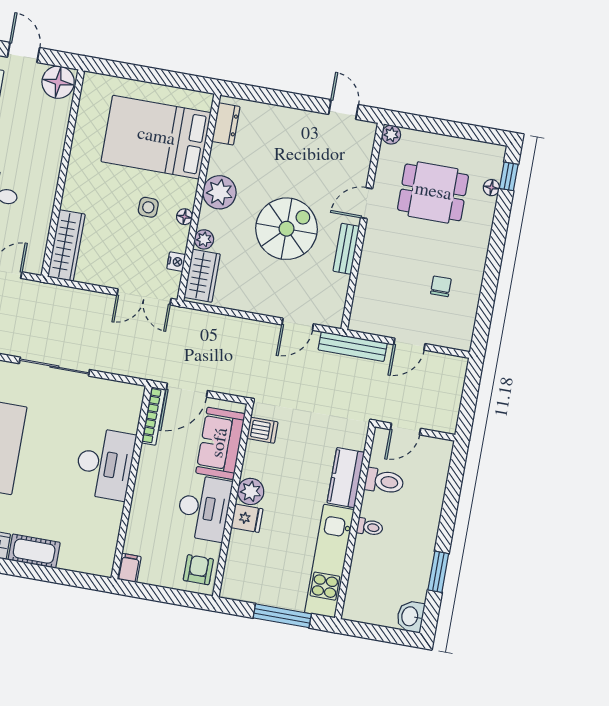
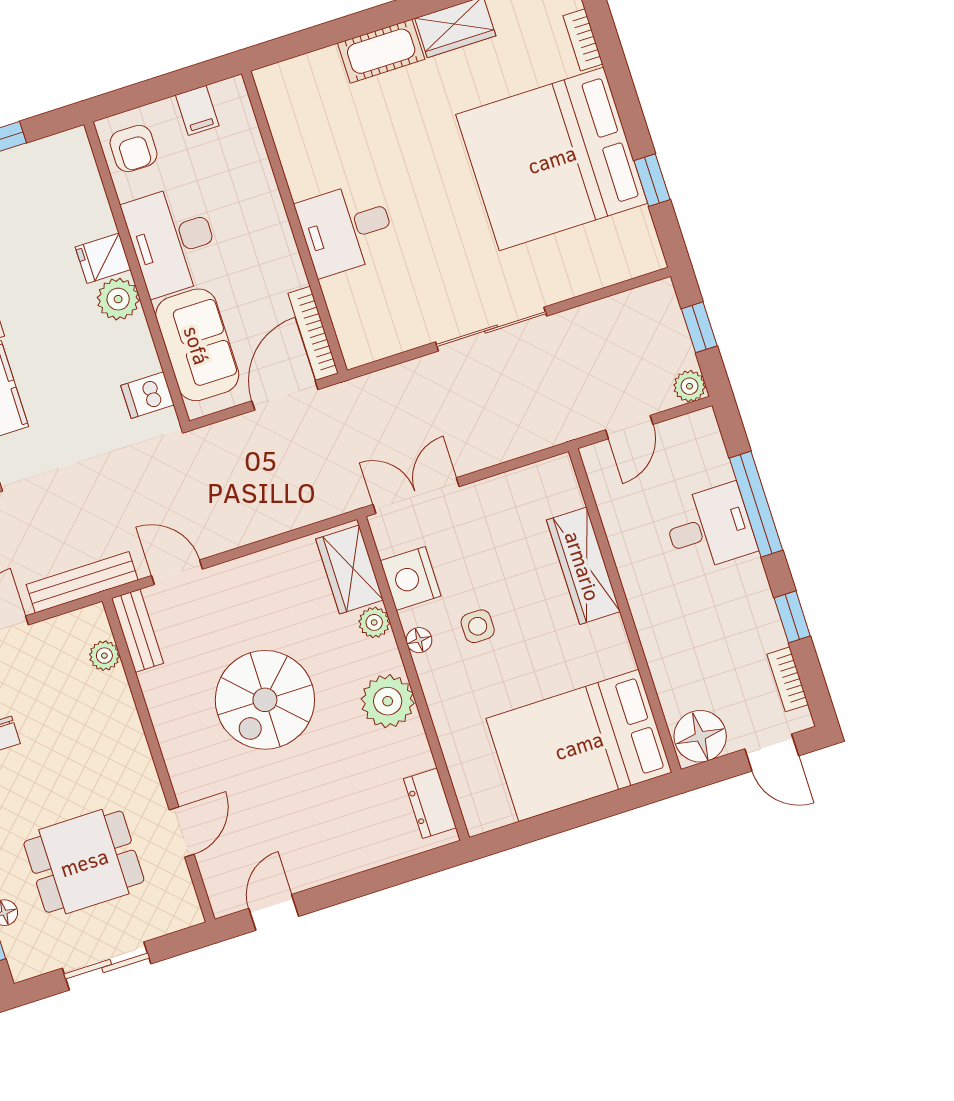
door: (343, 109) -> (274, 912), swing flipped
sliding door: (451, 129) -> (107, 966), added
plant: (391, 135) -> (104, 656), moved
bed: (156, 137) -> (579, 745), moved, turned 180
door: (367, 203) -> (182, 832), moved
wardrobe: (66, 245) -> (583, 566), moved
bench: (346, 249) -> (137, 631), moved
nightstand: (176, 262) -> (411, 578), width x1.89, depth x1.79
door: (298, 324) -> (177, 572), hinge flipped
desk: (105, 464) -> (346, 229), width x0.73
filing cabinet: (129, 568) -> (197, 110), moved

